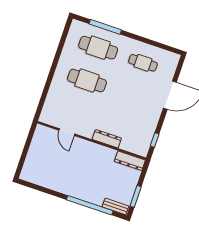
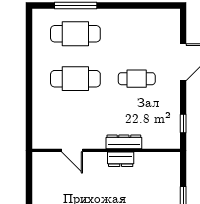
cafe table: (143, 63) -> (137, 79), moved
dresser: (130, 161) -> (121, 159), moved, width x0.70

